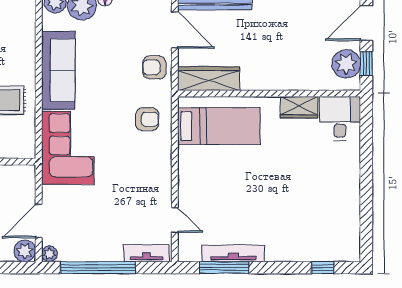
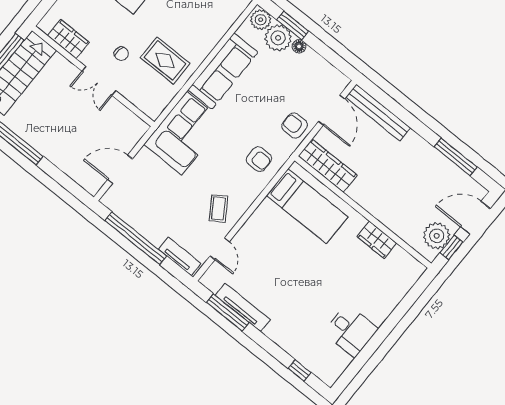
desk: (340, 119) -> (351, 331), moved, turned 90
coffee table: (147, 187) -> (219, 208), added
plant: (25, 251) -> (92, 183), removed
plant: (49, 254) -> (108, 200), removed

